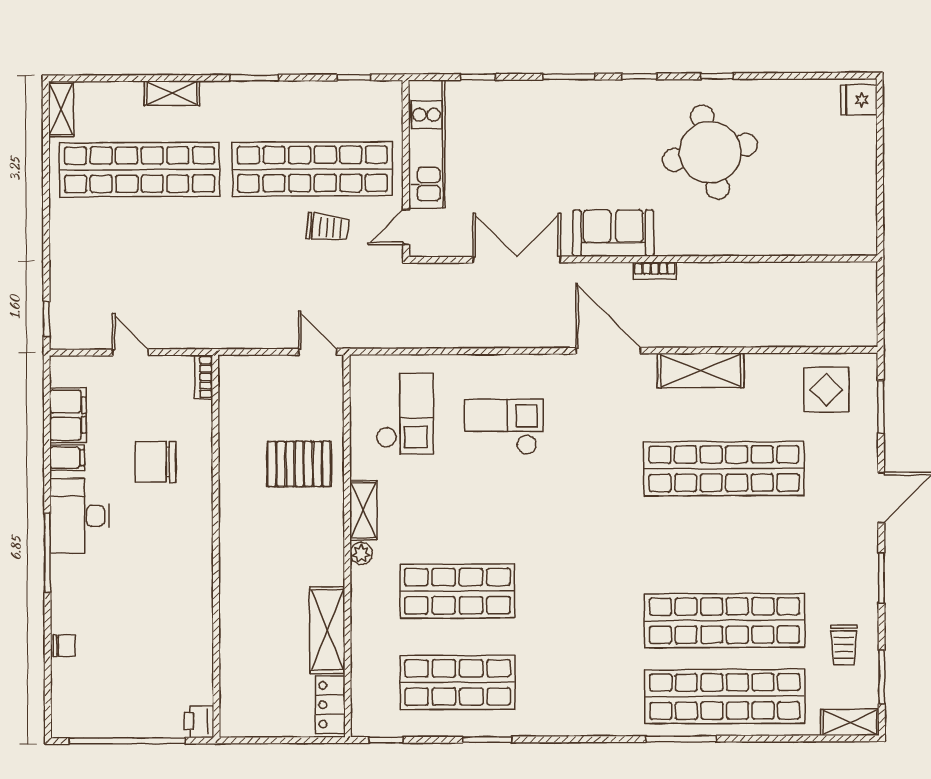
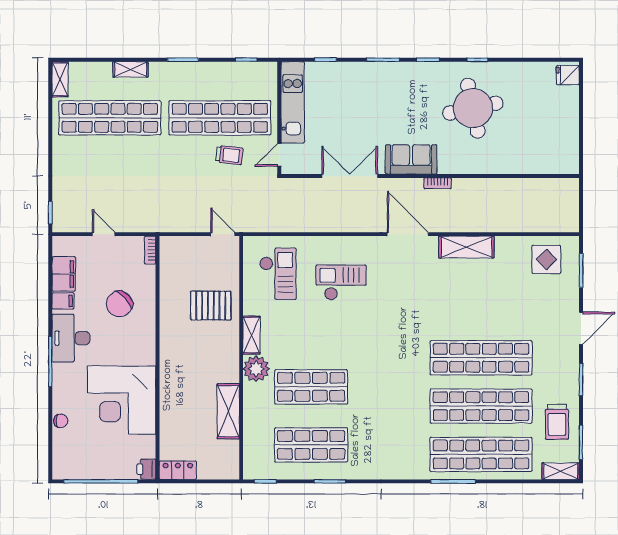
chair: (156, 462) -> (119, 304), turned -43
shop shelf: (724, 469) -> (481, 358), moved
plant: (361, 553) -> (256, 369), width x1.88, depth x1.88
corner desk: (160, 613) -> (122, 400), added
trolley: (844, 645) -> (557, 422), width x1.36, depth x1.39
locker: (330, 705) -> (178, 470), moved, turned 90

